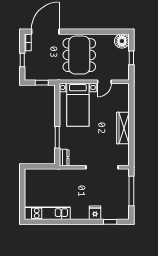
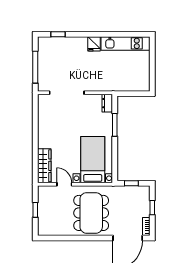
floor lamp: (122, 41) -> (45, 228), removed
door: (104, 82) -> (64, 184), hinge flipped
wardrobe: (123, 128) -> (44, 166), moved
fridge: (95, 213) -> (94, 44), moved

